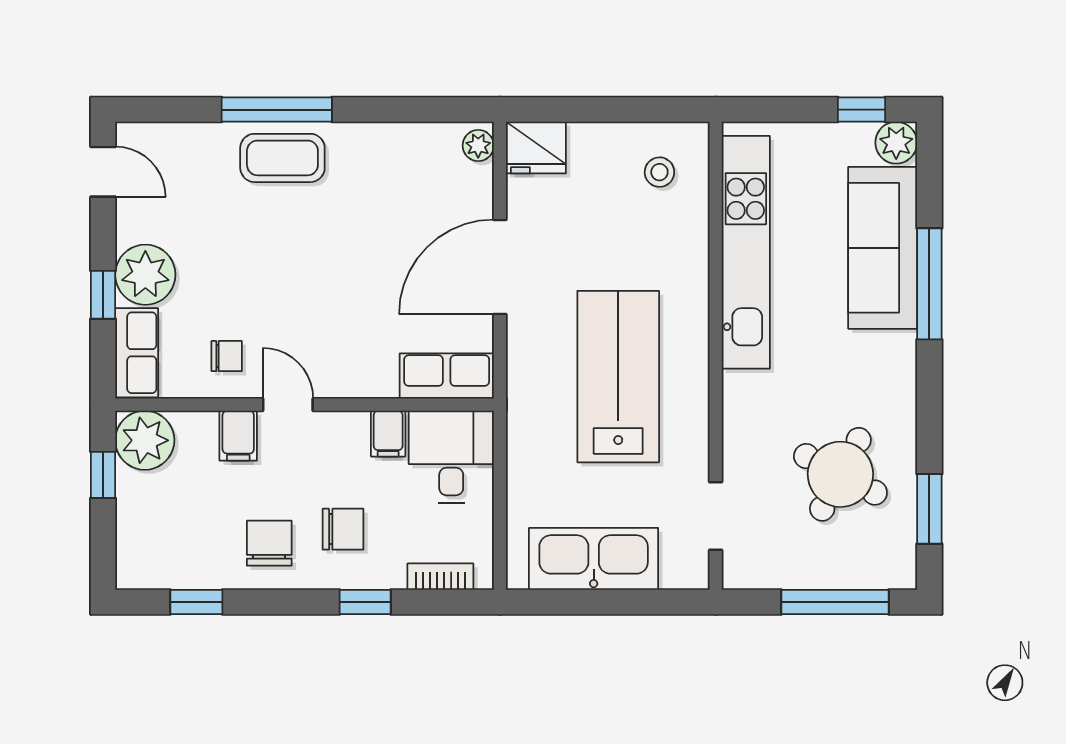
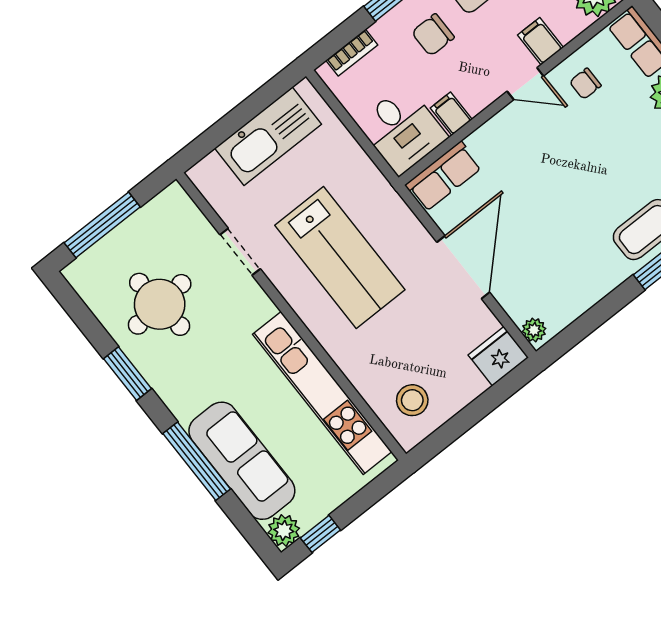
stool: (659, 172) -> (412, 400), width x1.37, depth x1.37
round table: (840, 474) -> (160, 304), turned -33
window: (929, 509) -> (127, 374), moved
doorway: (716, 516) -> (240, 252), moved

